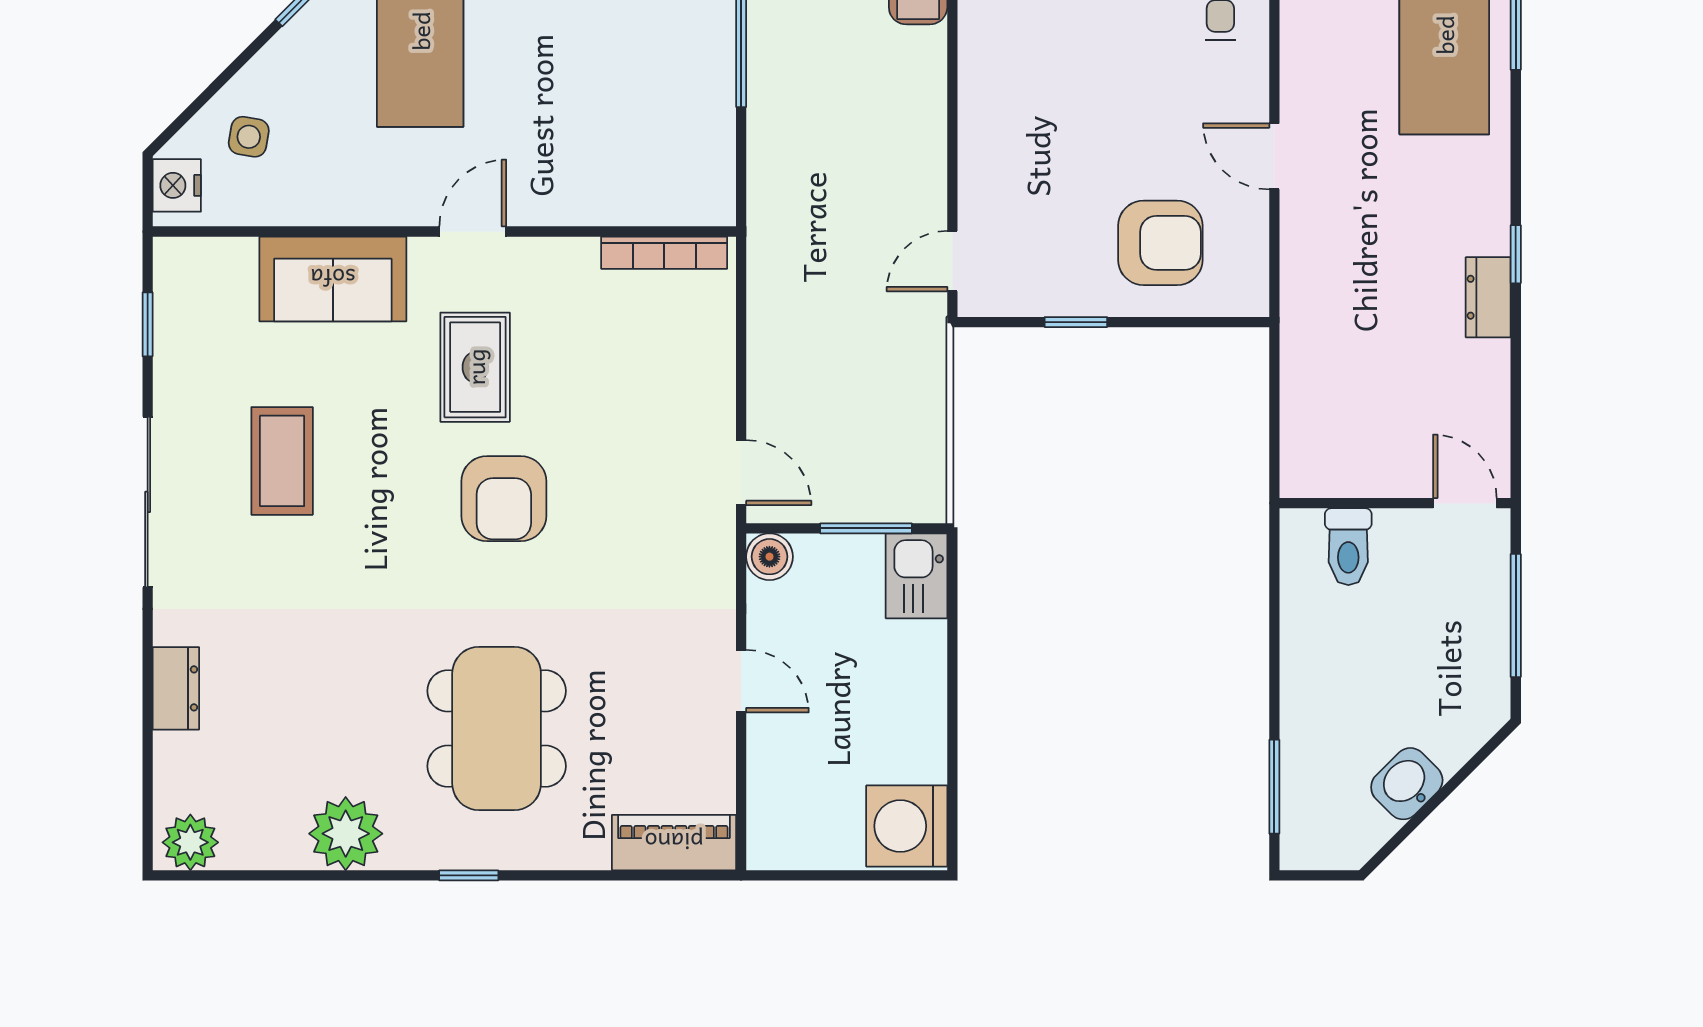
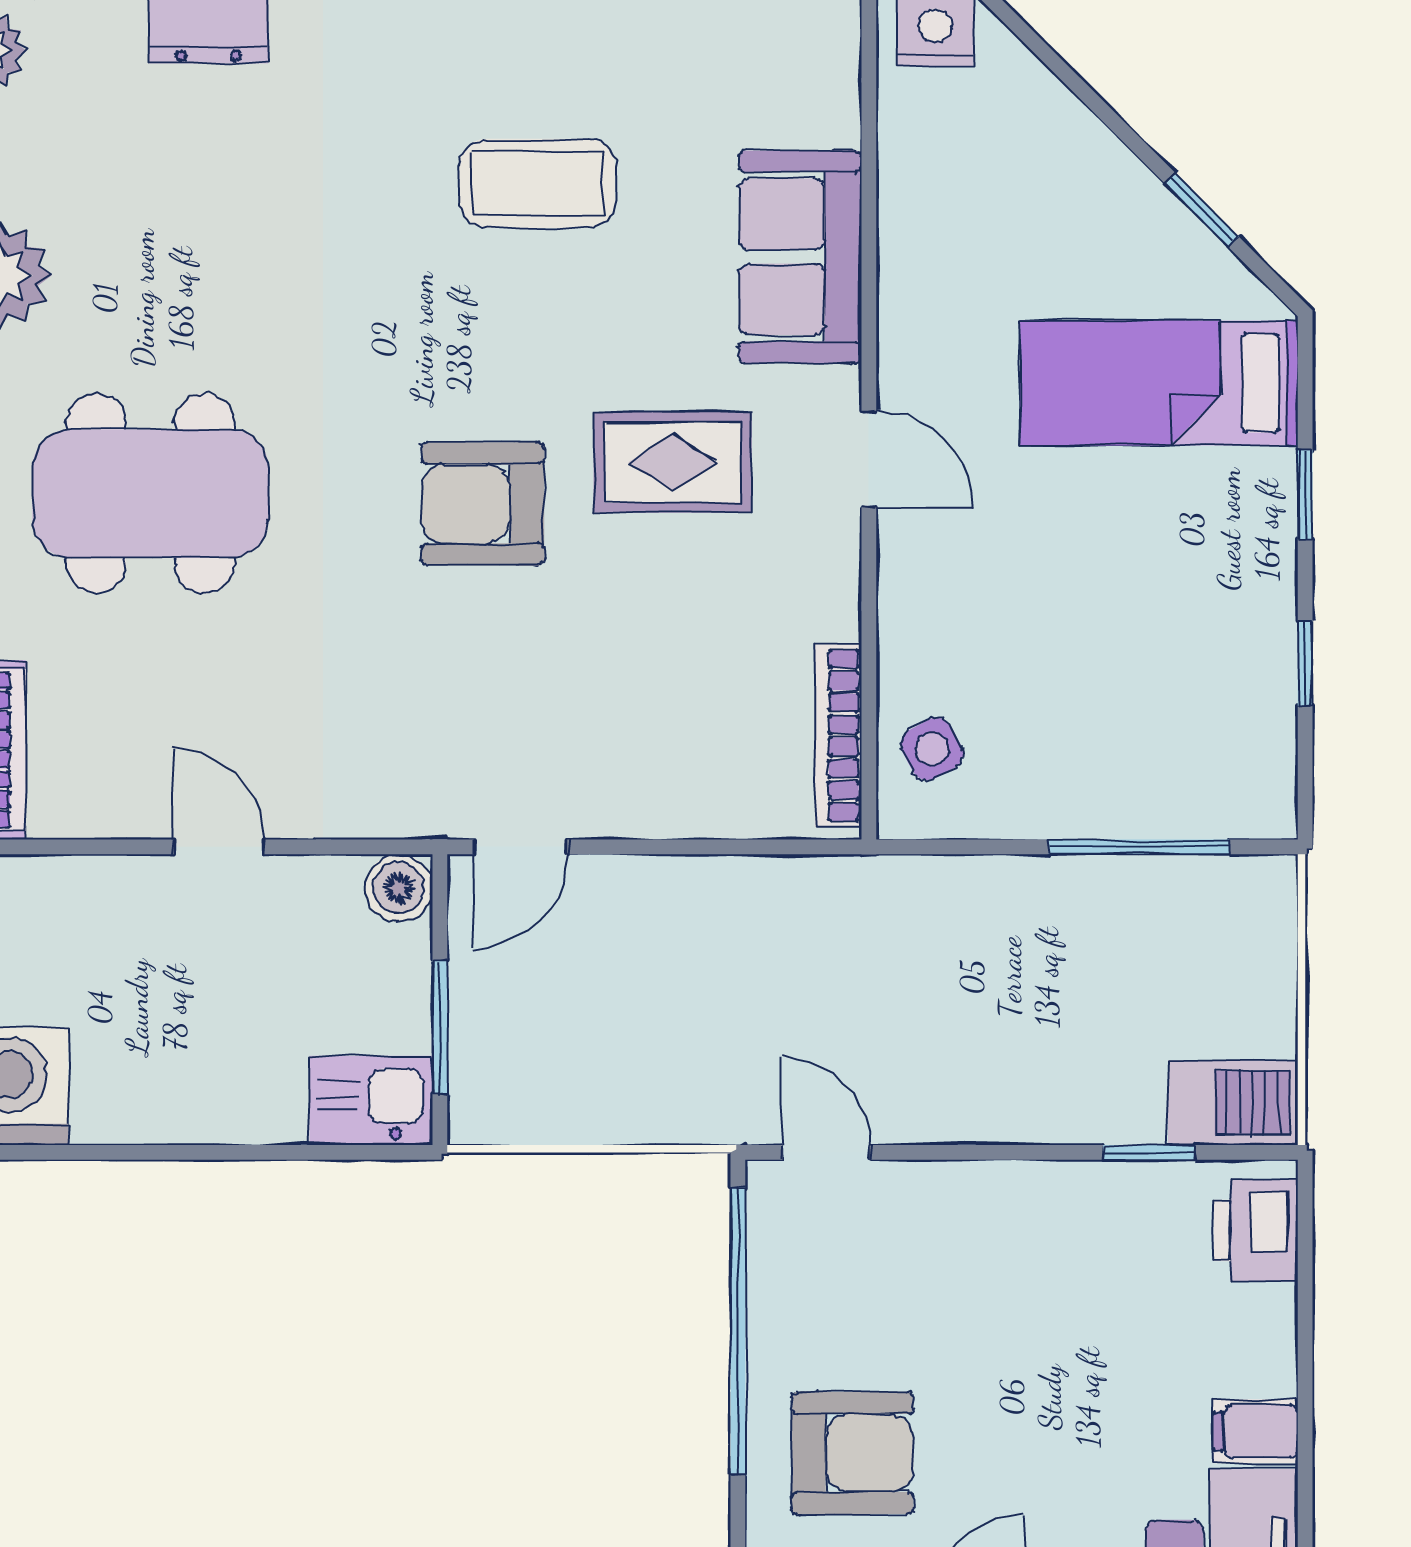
window: (952, 38) -> (1149, 1152), added
side table: (249, 137) -> (932, 749), moved, turned -38
armchair: (1160, 243) -> (852, 1453), turned -90
window: (1076, 322) -> (738, 1331), width x3.17
door: (741, 681) -> (219, 847), swing flipped

